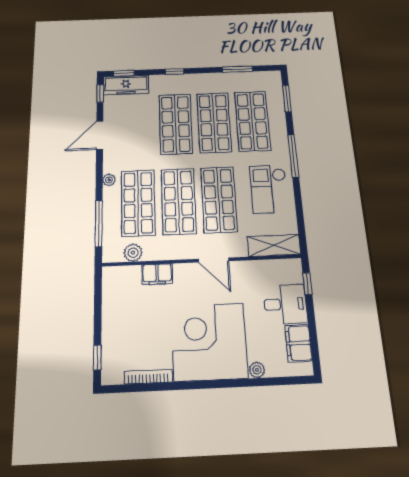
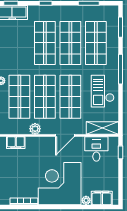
plant: (133, 253) -> (35, 129), moved
door: (214, 260) -> (65, 135), hinge flipped
filing cabinet: (157, 274) -> (16, 143), moved
desk: (285, 304) -> (96, 149), moved, turned -90
filing cabinet: (298, 343) -> (102, 198), moved, turned 90

